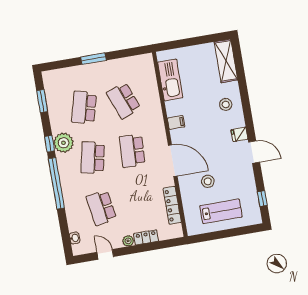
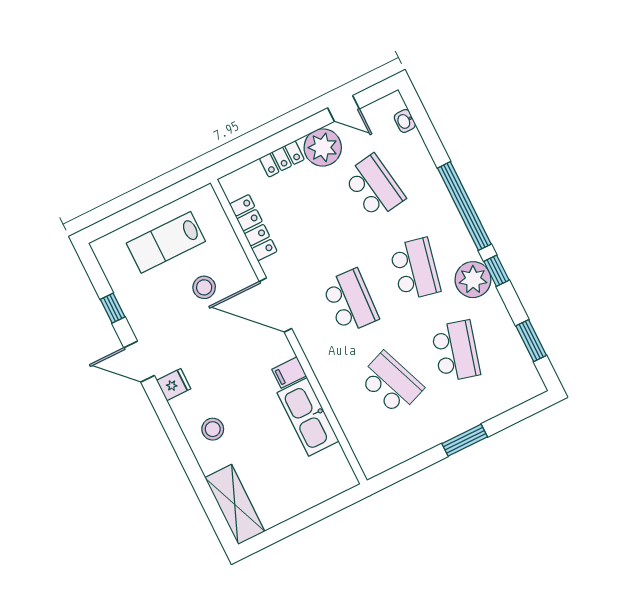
kitchen sink: (170, 80) -> (308, 417), moved
window: (262, 199) -> (113, 308), moved
plant: (128, 241) -> (323, 147), width x1.87, depth x1.87

